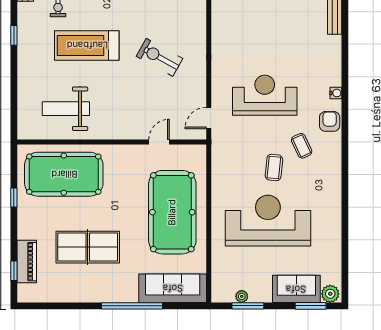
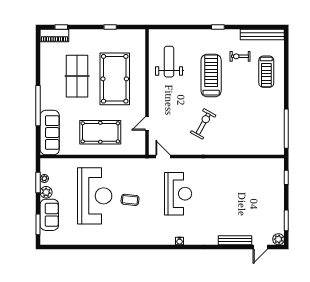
armchair: (330, 121) -> (161, 237), removed
door: (159, 142) -> (147, 123), swing flipped
coffee table: (302, 146) -> (144, 218), removed
pool table: (64, 174) -> (115, 79), moved
pool table: (172, 212) -> (100, 132), width x0.73, depth x0.76
piano: (27, 262) -> (54, 36), moved
plant: (330, 294) -> (46, 192), moved

